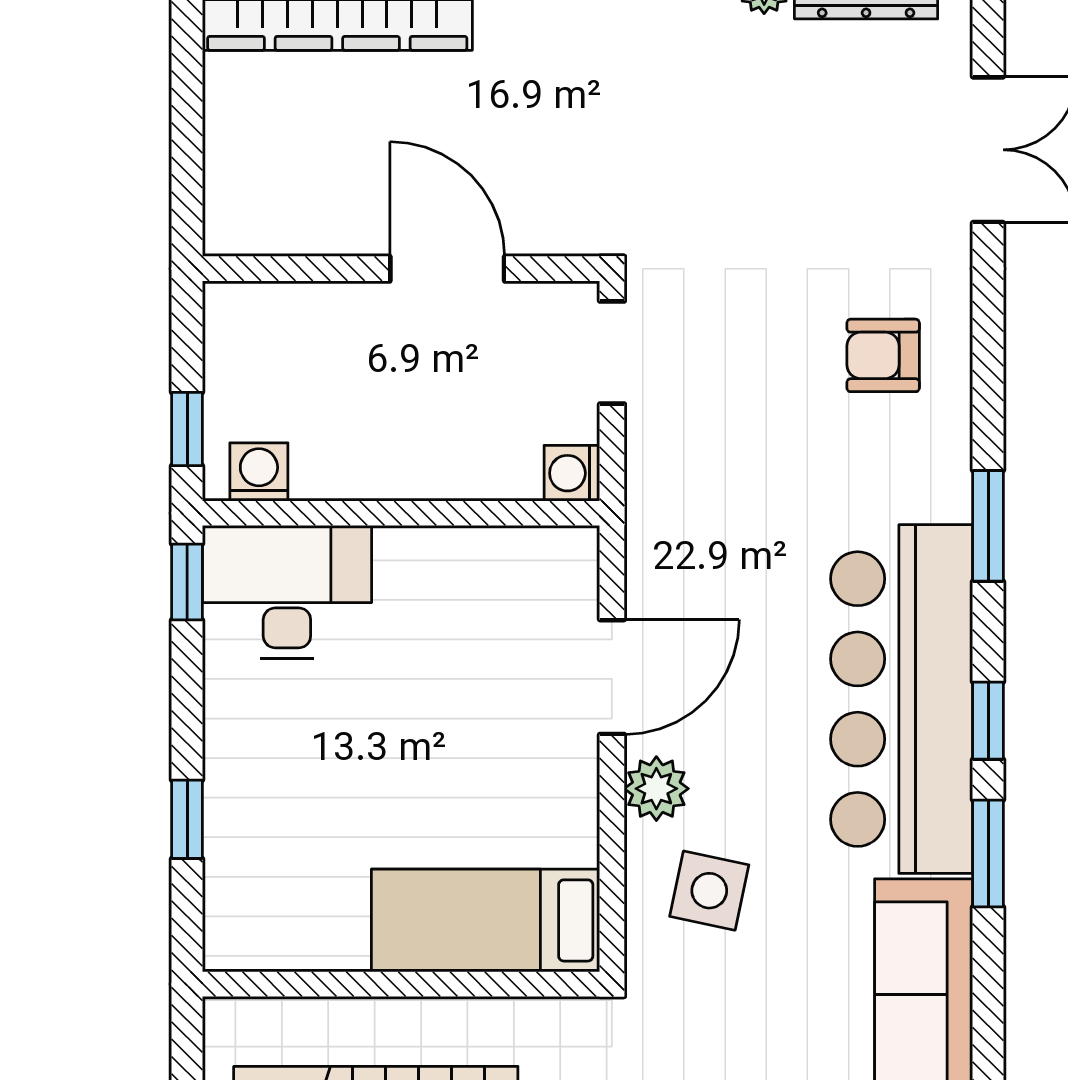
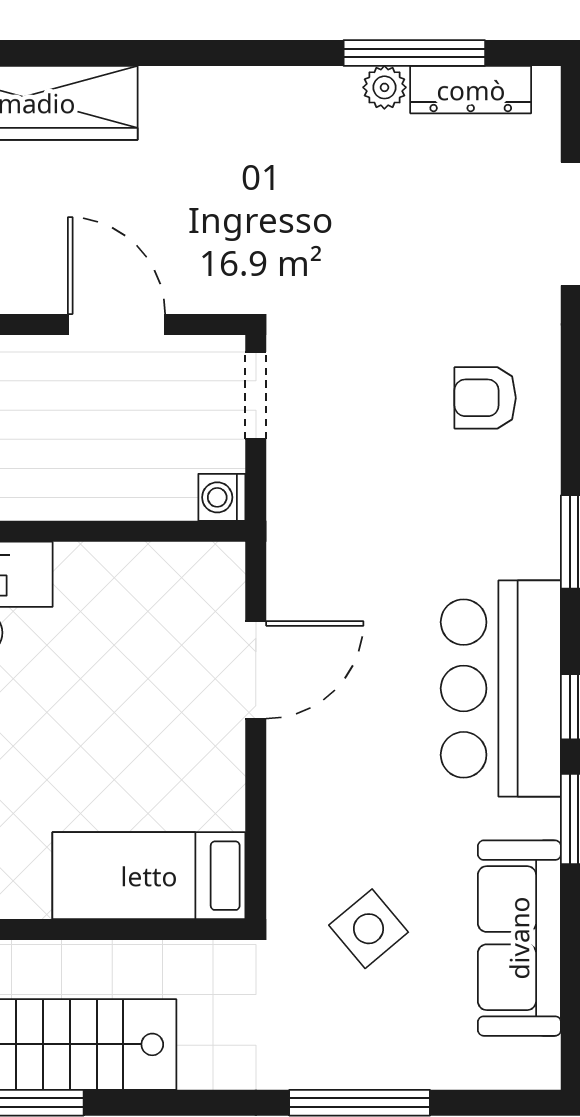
bar counter: (902, 699) -> (501, 688), width x0.73
plant: (656, 789) -> (293, 764), removed
side table: (709, 891) -> (369, 929), moved, turned 38

